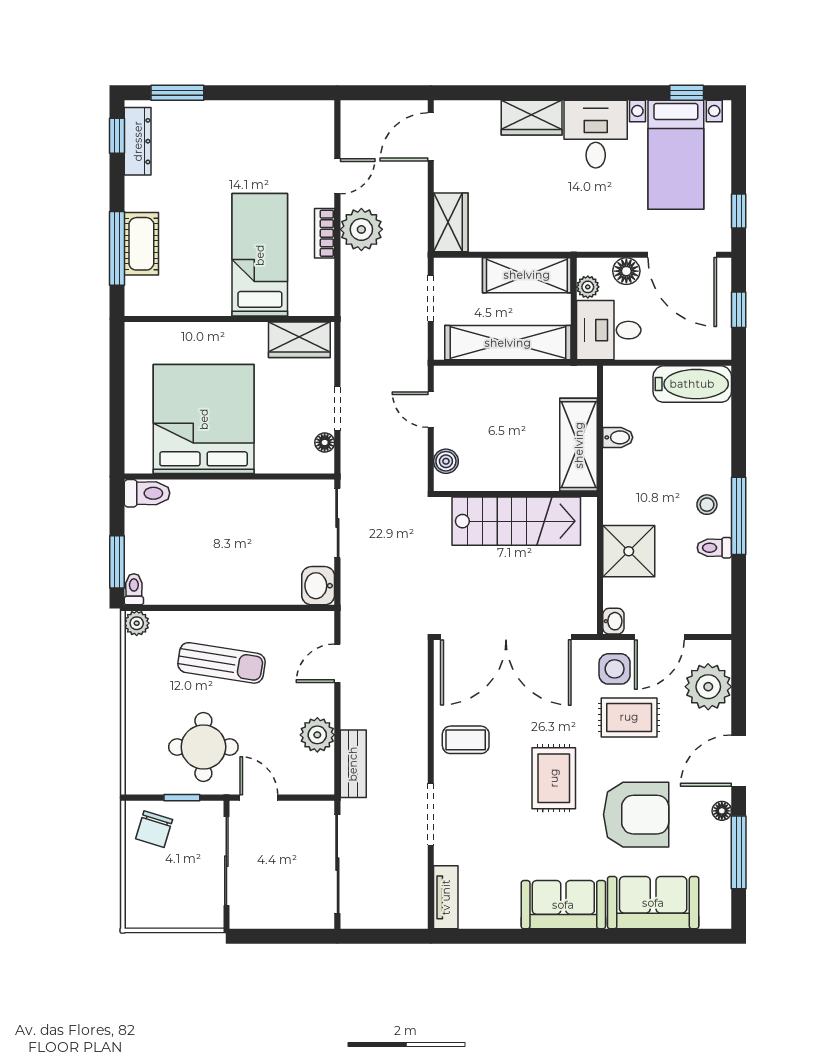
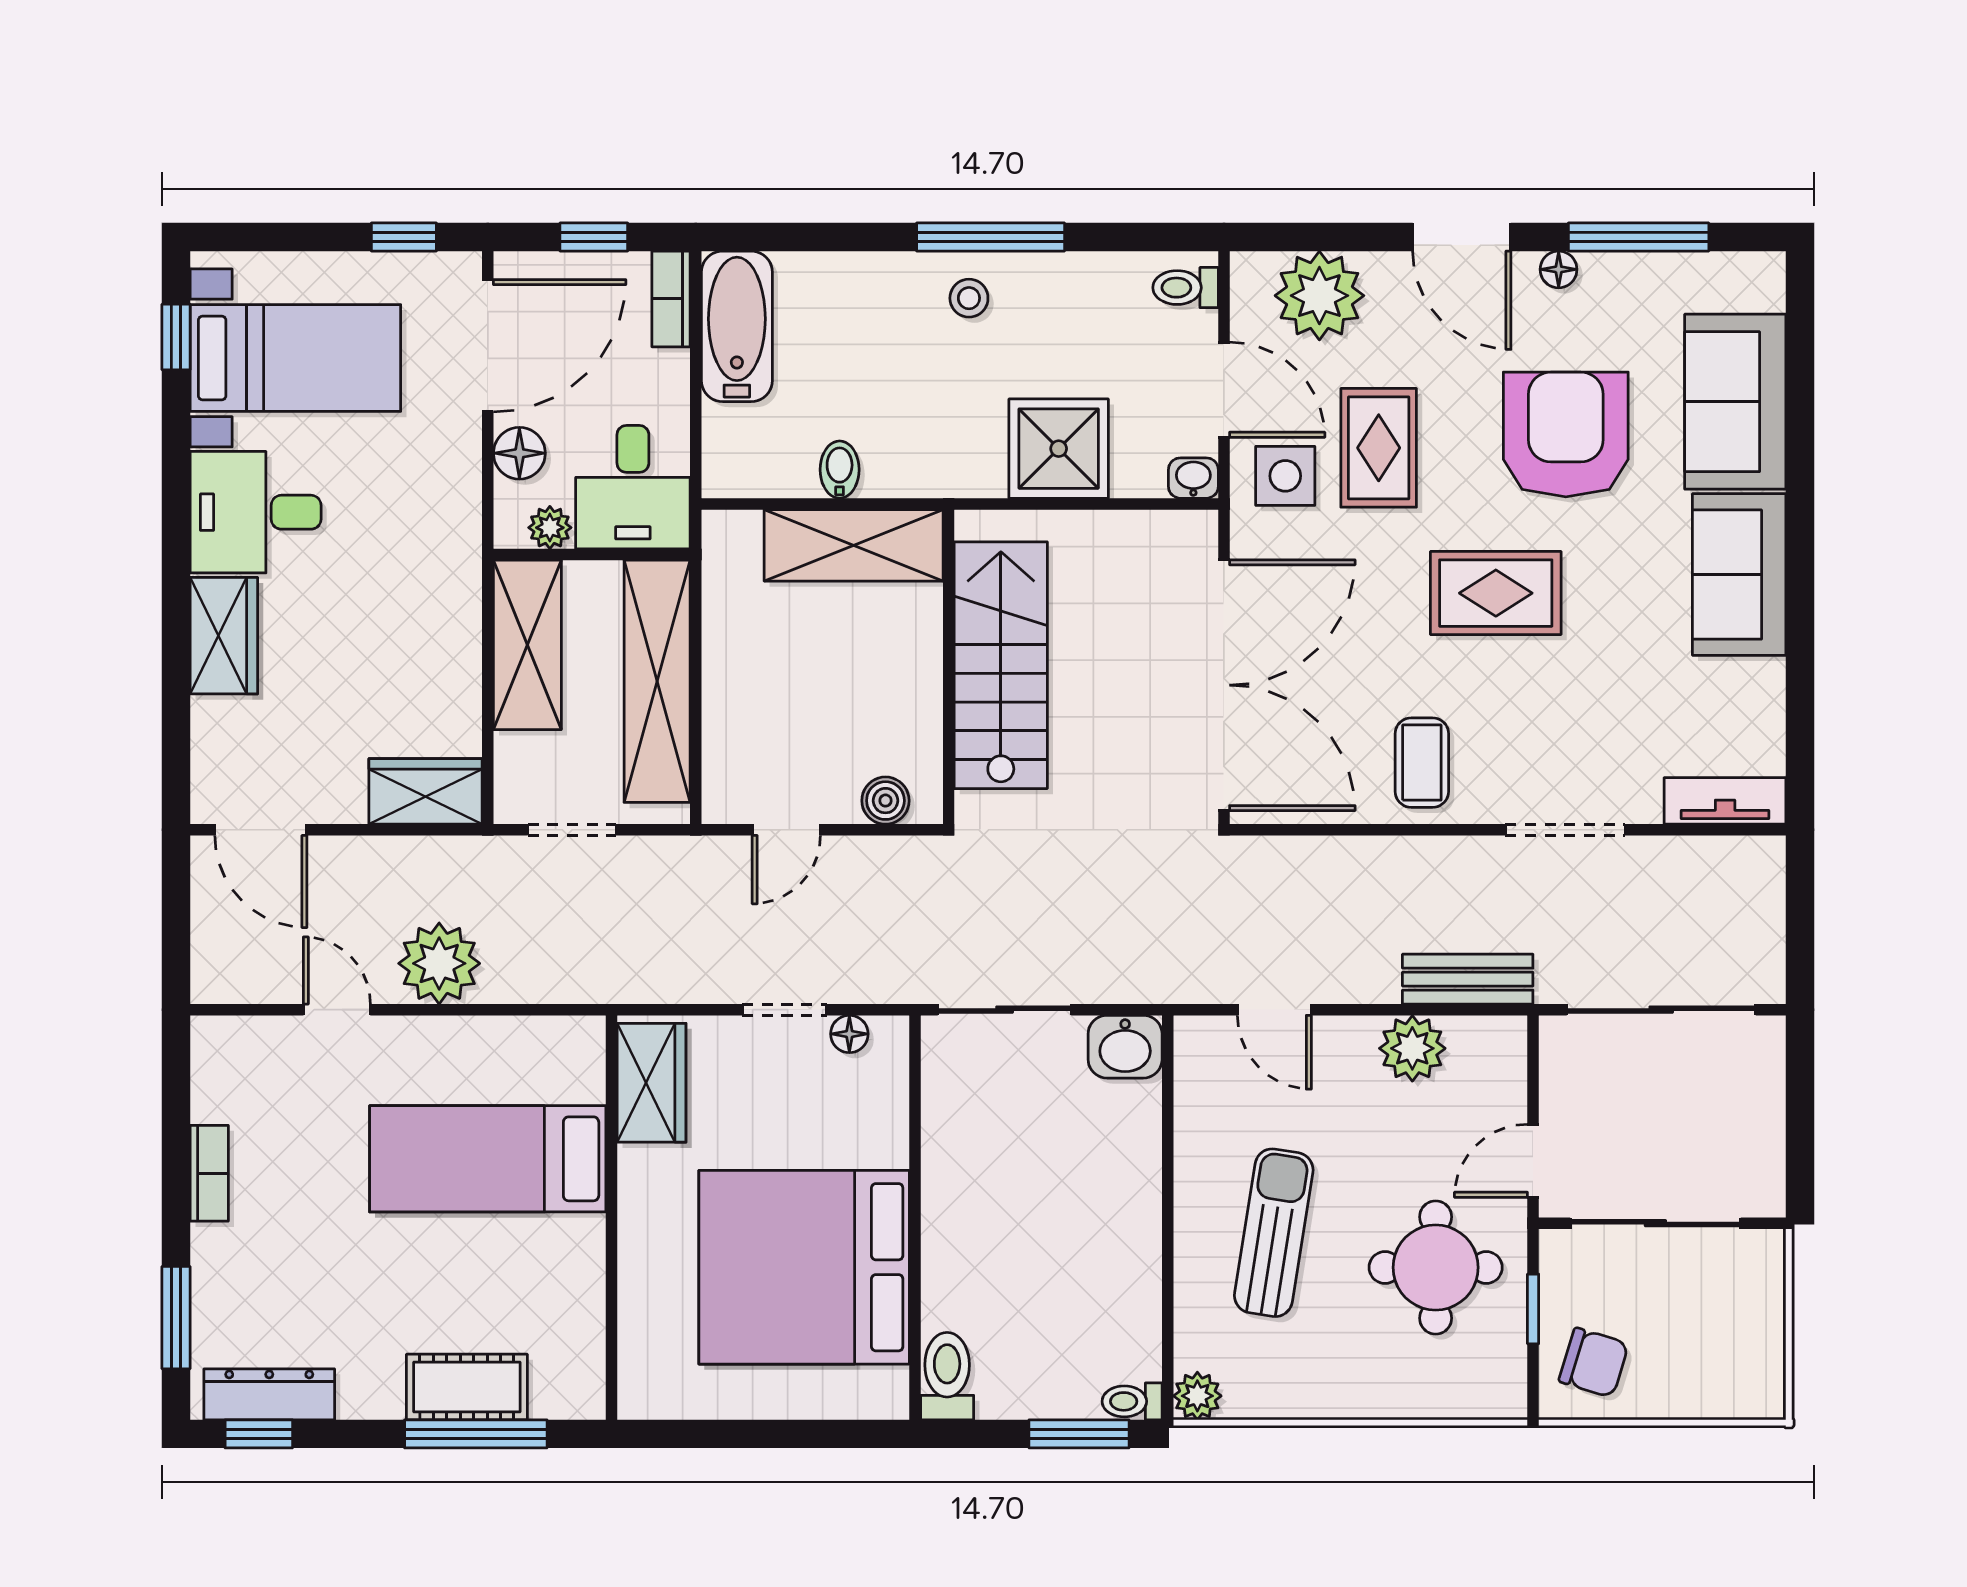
bookcase: (324, 233) -> (209, 1173), moved, turned -90
bookcase: (706, 350) -> (671, 299), added
toilet: (714, 548) -> (1186, 288), moved, turned 90

